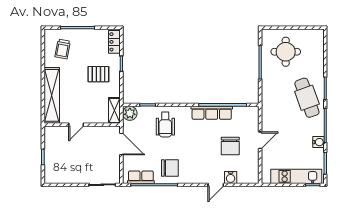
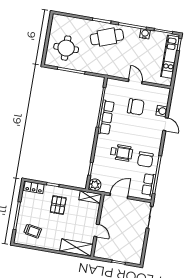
shelving: (52, 95) -> (76, 248), width x0.68
wheelchair: (165, 125) -> (122, 153), moved
chair: (170, 168) -> (145, 159), turned 180

